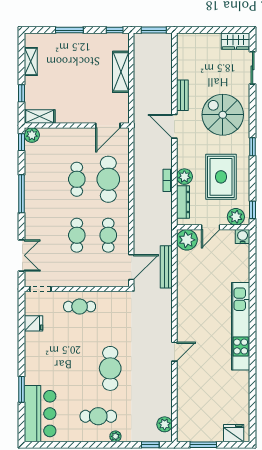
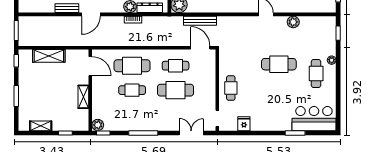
shelving: (40, 116) -> (83, 97), moved
cafe table: (77, 235) -> (176, 90), width x1.37, depth x1.35
plant: (165, 424) -> (293, 22), moved

